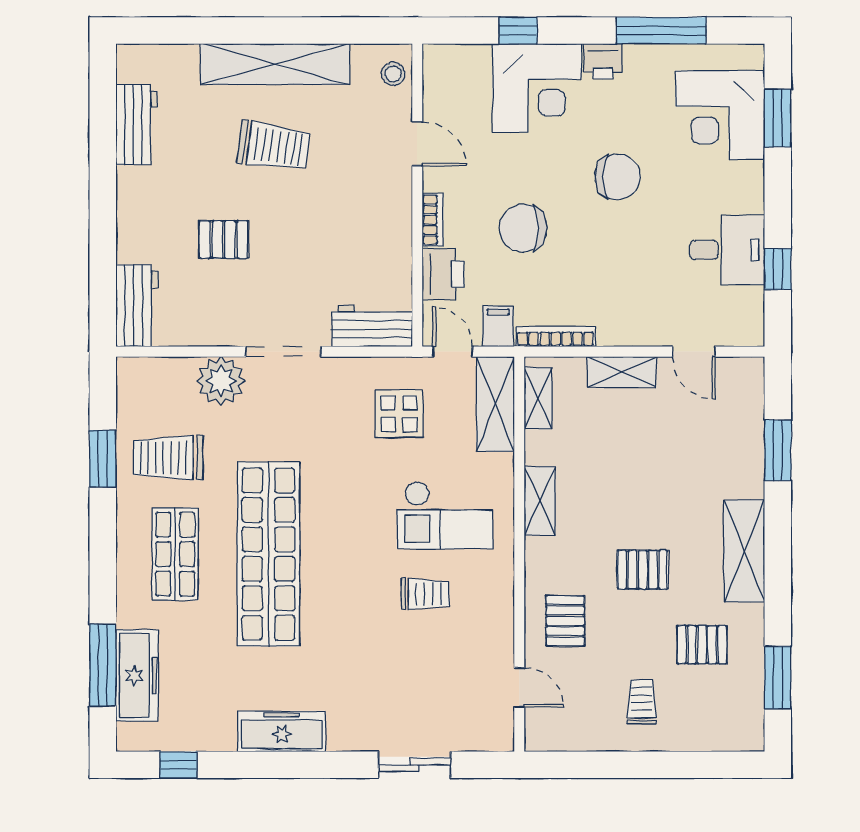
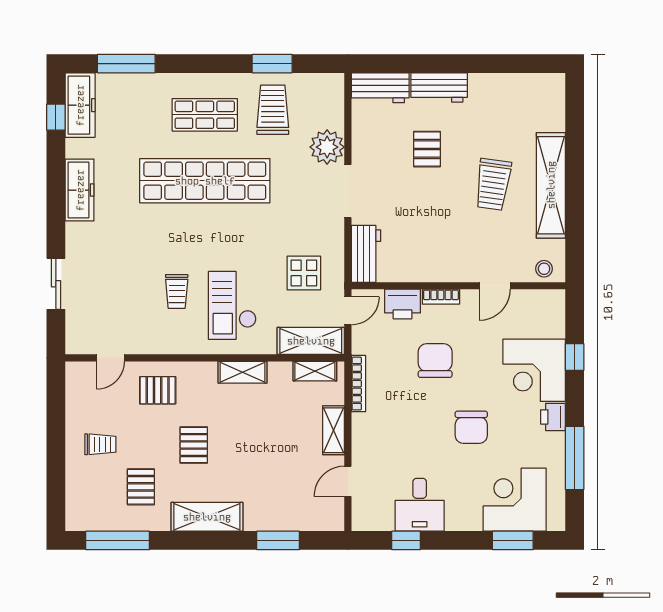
workbench: (137, 125) -> (439, 87), moved
filing cabinet: (498, 326) -> (366, 343), removed
freezer: (137, 675) -> (80, 105), moved, turned -90
window: (778, 678) -> (118, 540), width x1.44

